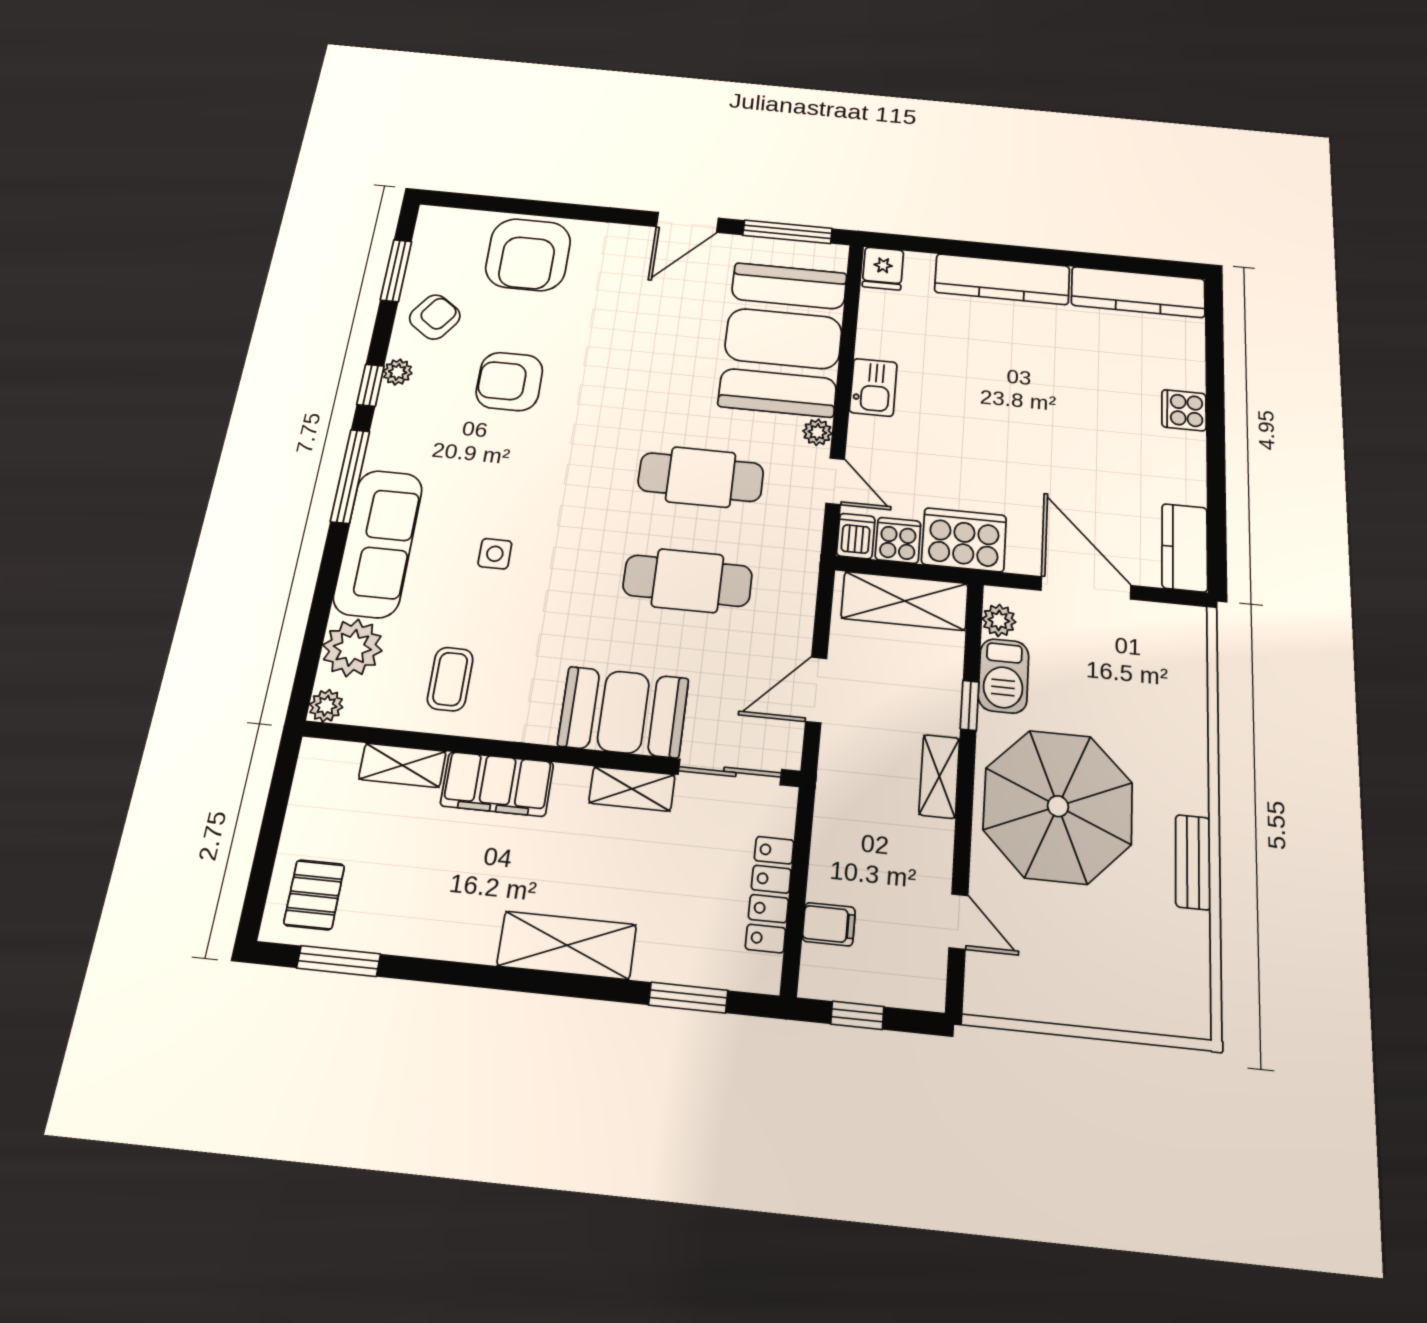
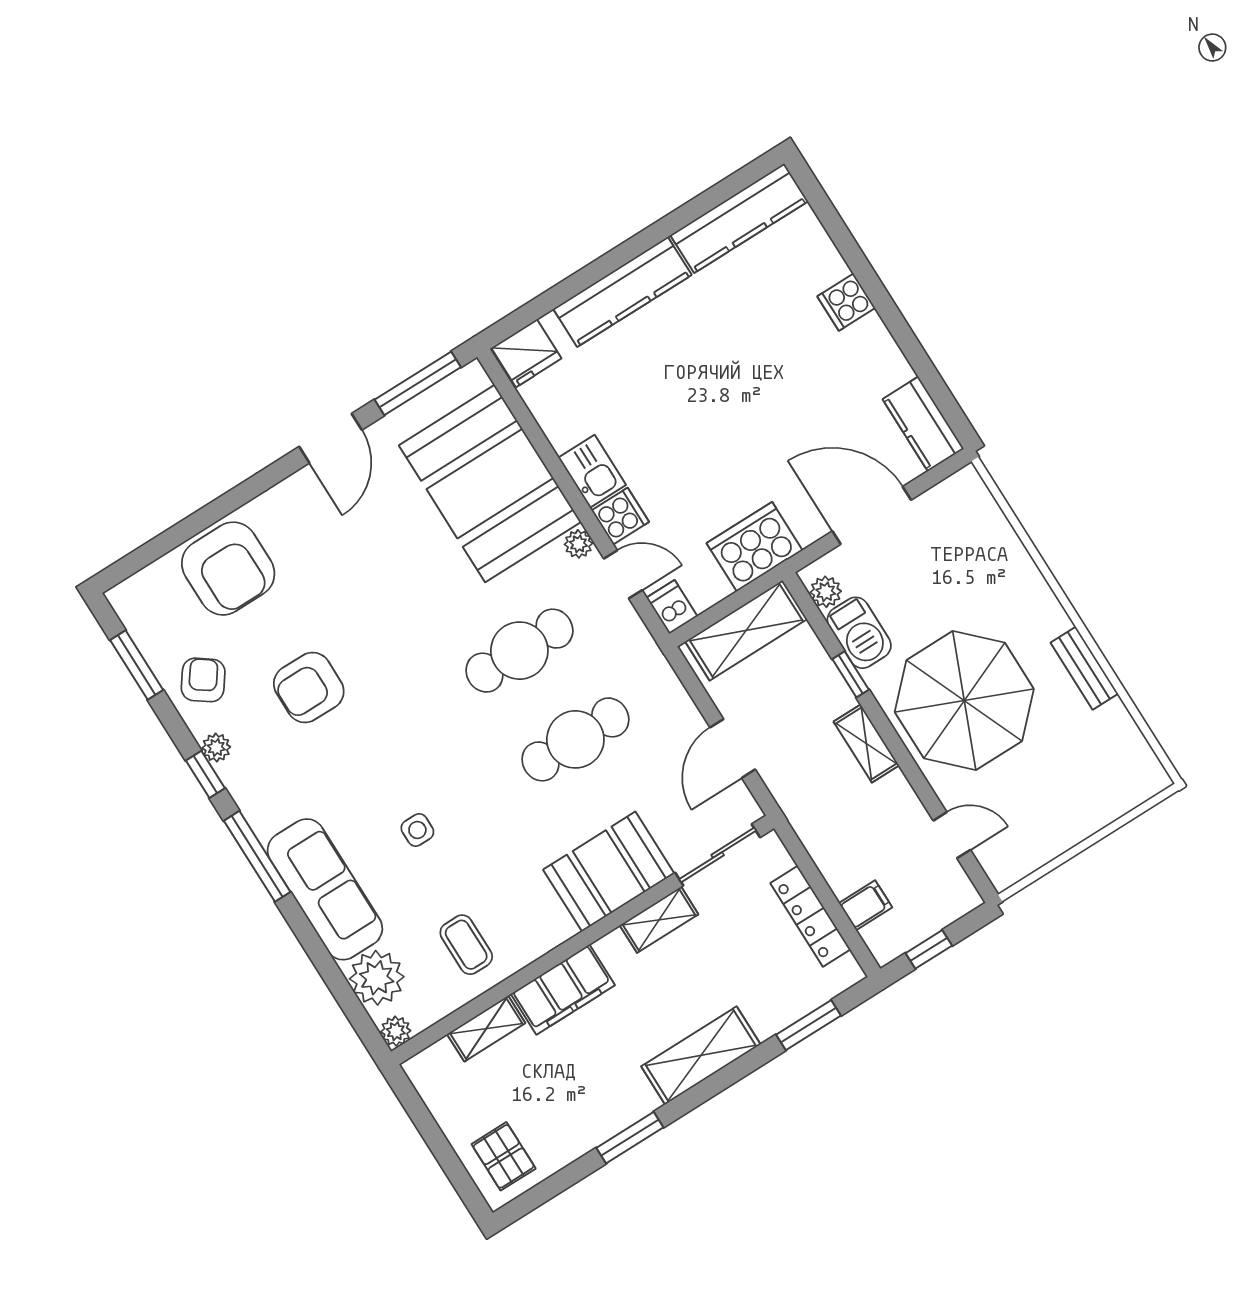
fridge: (883, 268) -> (526, 353), width x1.38
cooker: (898, 540) -> (620, 516), moved, turned 90
window: (339, 961) -> (630, 1138), moved

